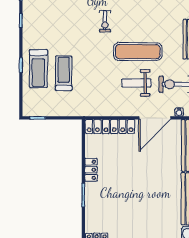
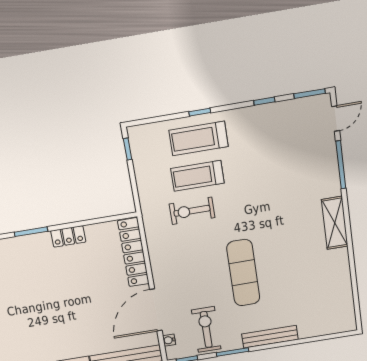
exercise bike: (105, 21) -> (192, 211), moved, width x1.38, depth x1.39
treadmill: (64, 73) -> (197, 176), turned 180
weight bench: (136, 83) -> (200, 278), removed
door: (155, 118) -> (156, 310), hinge flipped

